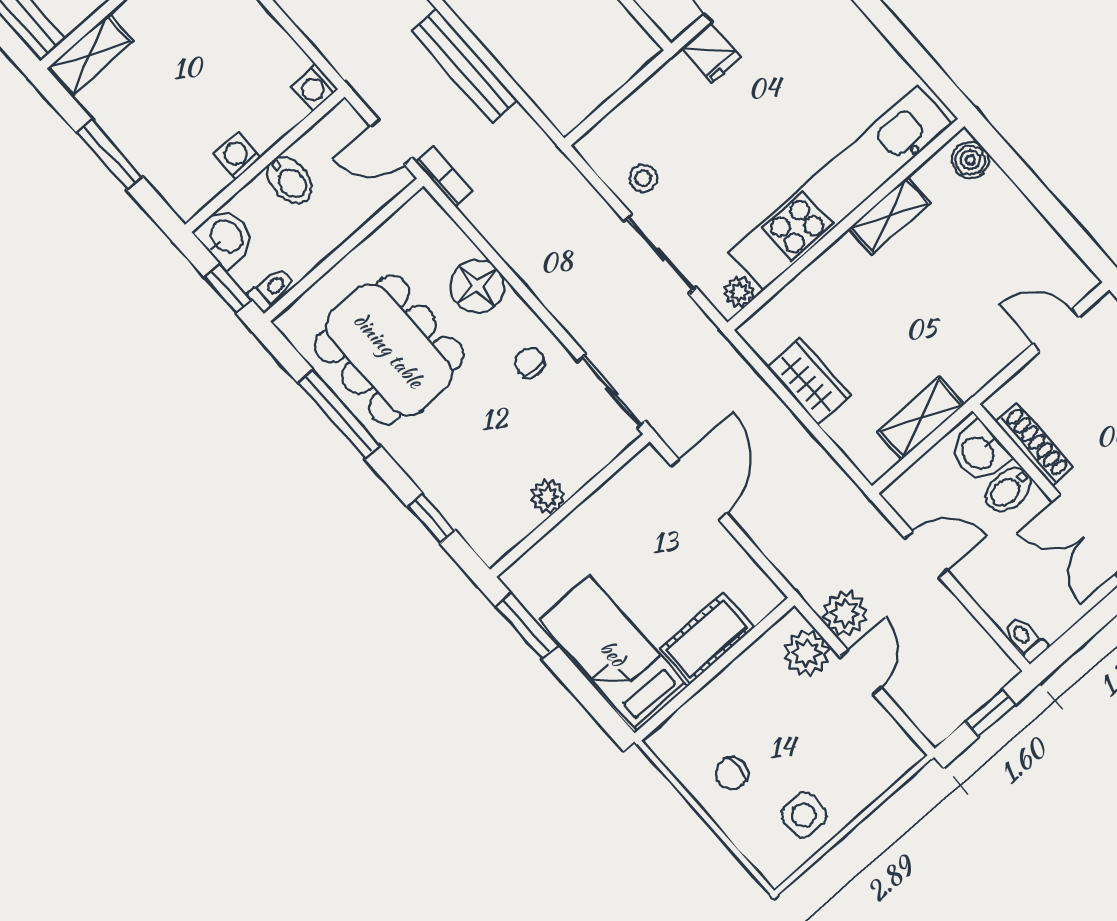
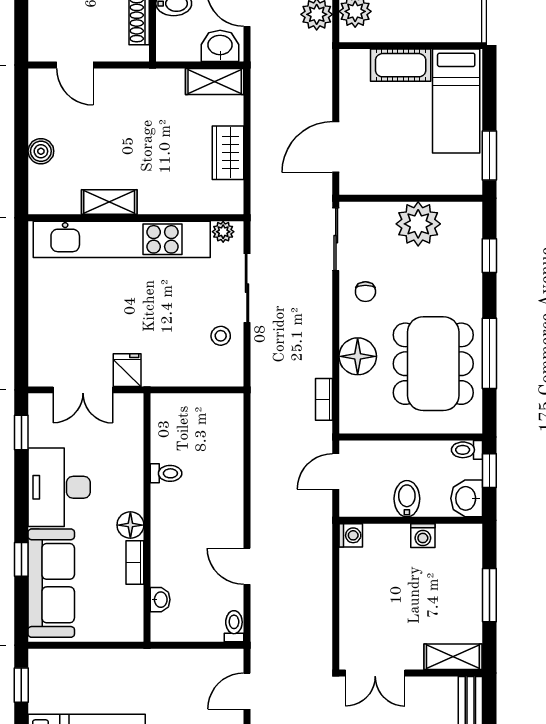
bench: (464, 66) -> (262, 478), removed
door: (391, 142) -> (336, 472), swing flipped
boiler: (970, 160) -> (41, 151), moved
bookcase: (444, 176) -> (324, 399), moved
shelving: (921, 418) -> (215, 81), moved
washbasin: (979, 452) -> (220, 46), moved, turned -90
plant: (548, 496) -> (418, 224), width x1.88, depth x1.88

